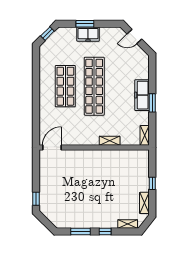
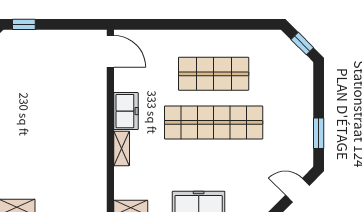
window: (85, 24) -> (319, 133), moved
freezer: (88, 34) -> (126, 111), moved, turned 180
door: (134, 36) -> (297, 190), hinge flipped

